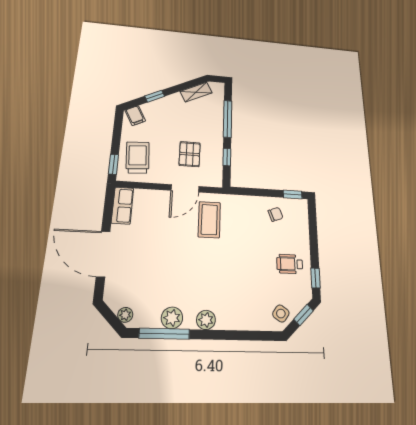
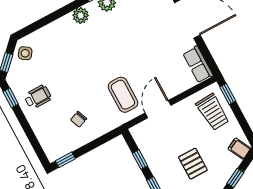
pallet: (190, 154) -> (193, 164), moved
chair: (276, 214) -> (79, 119), moved

